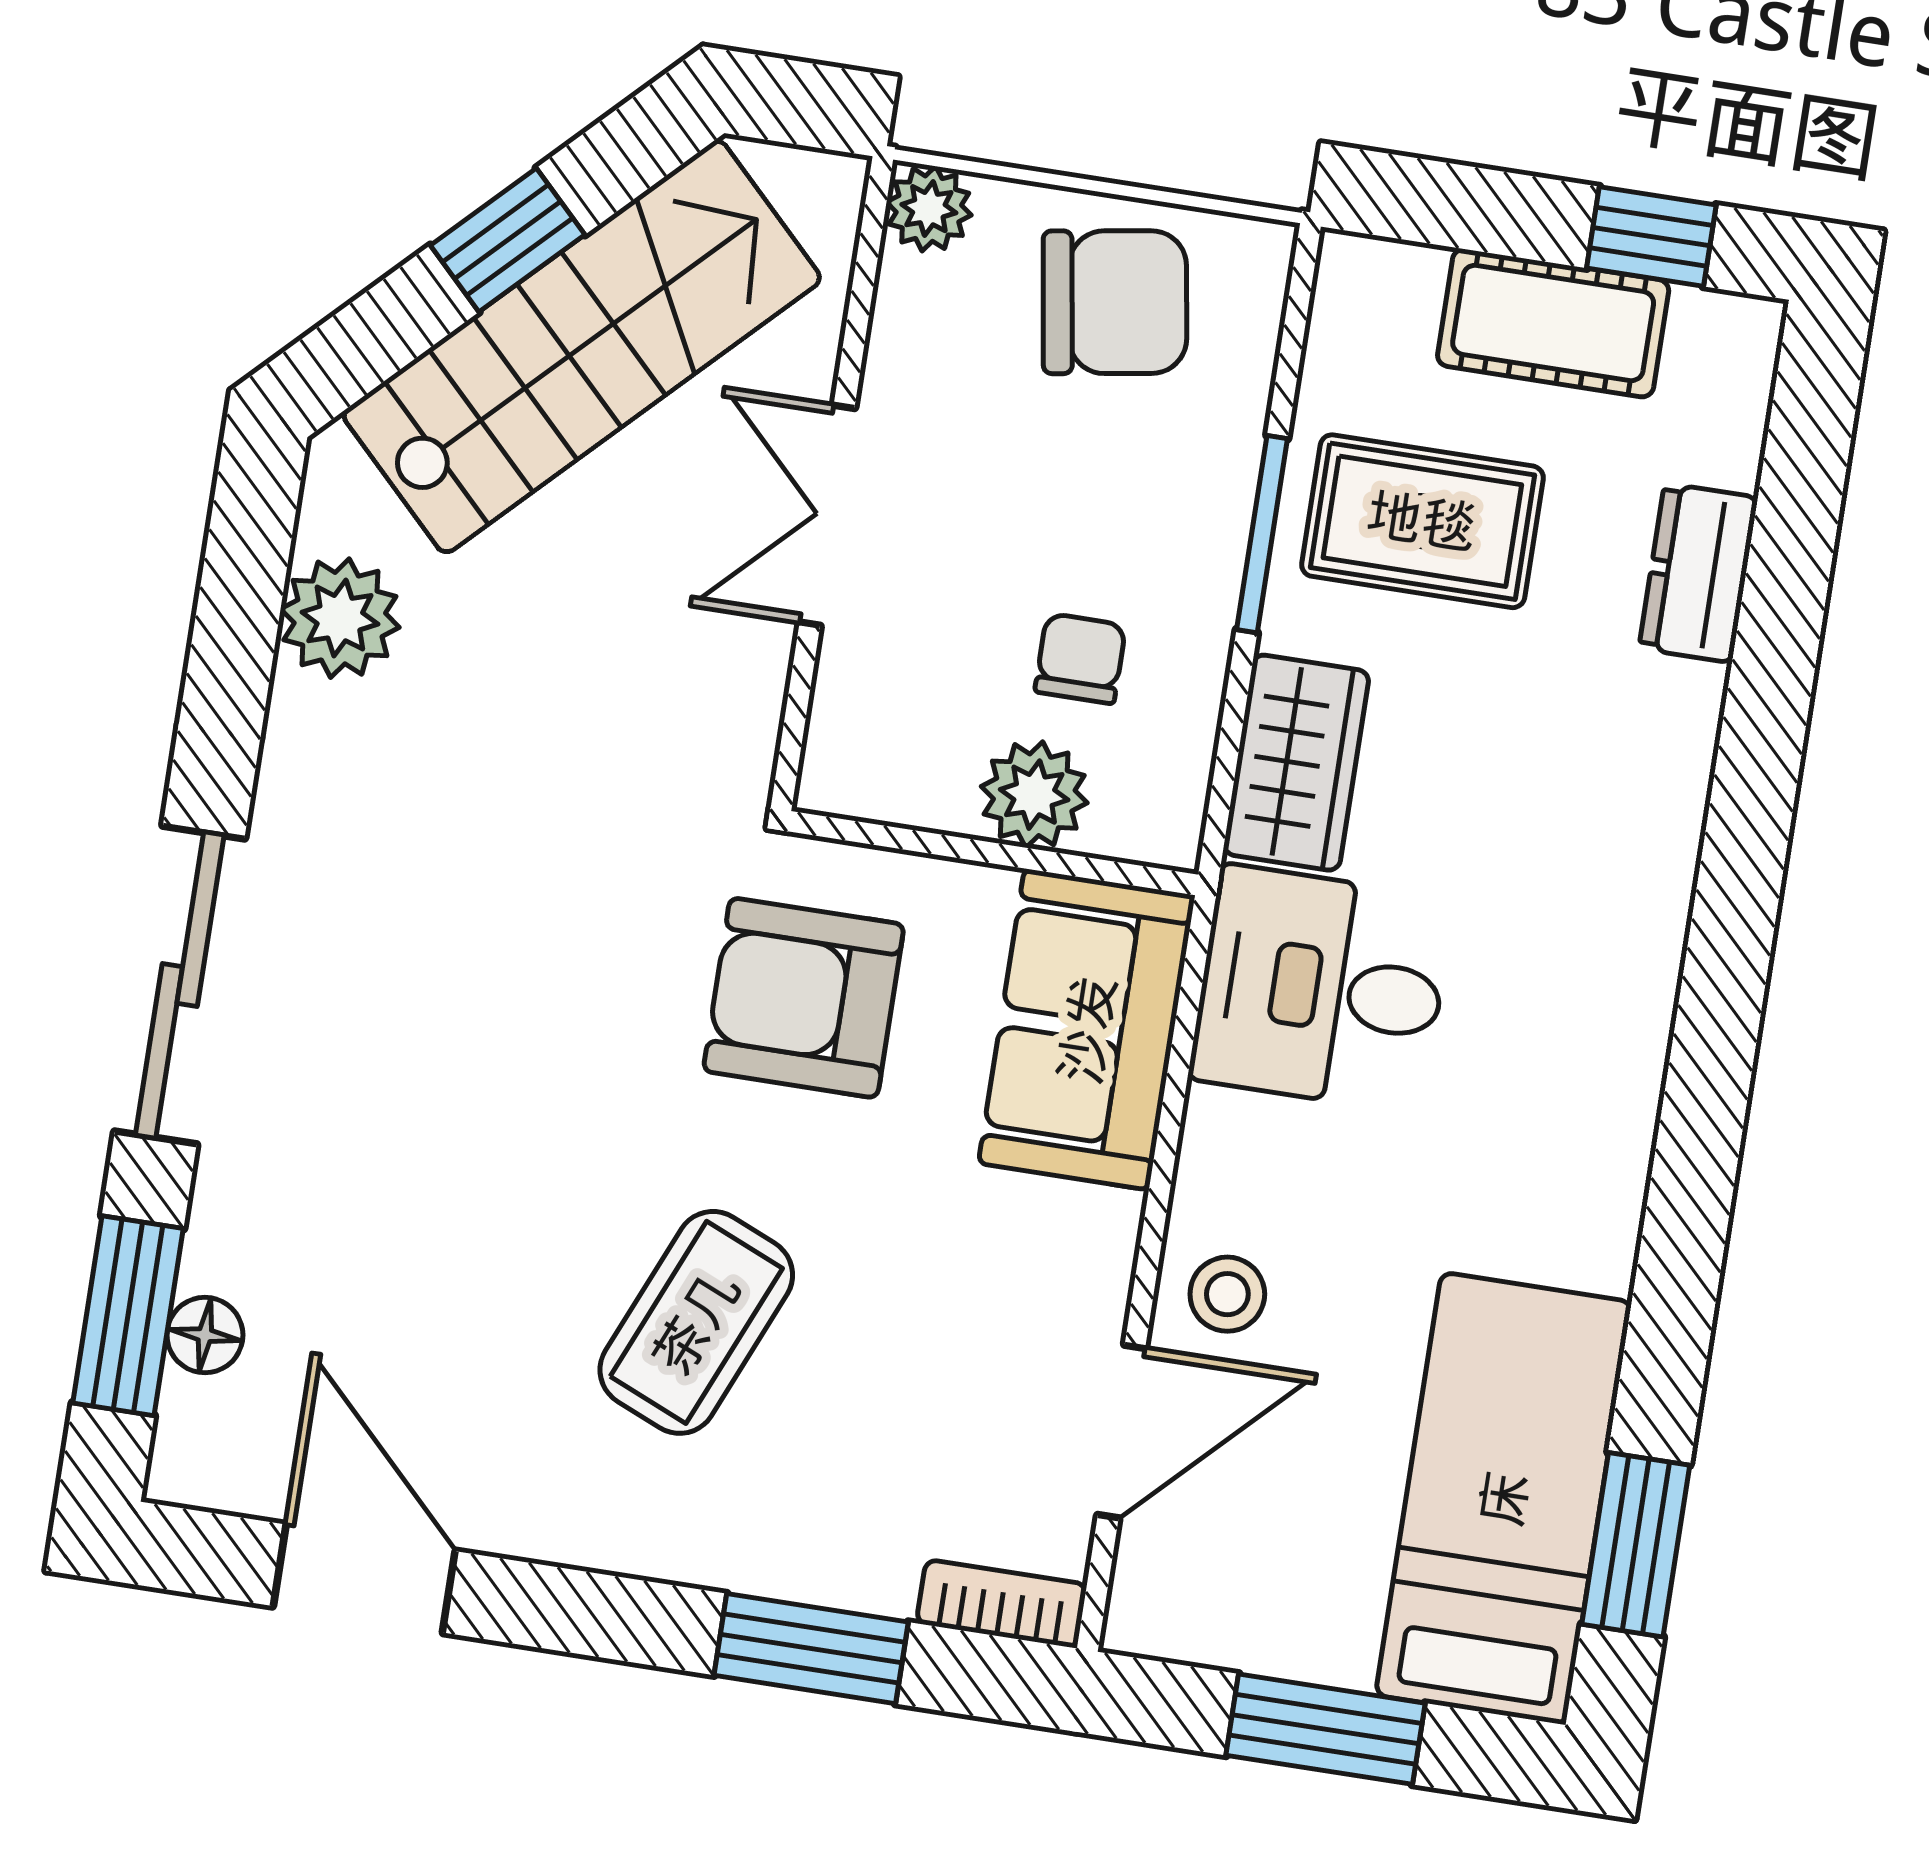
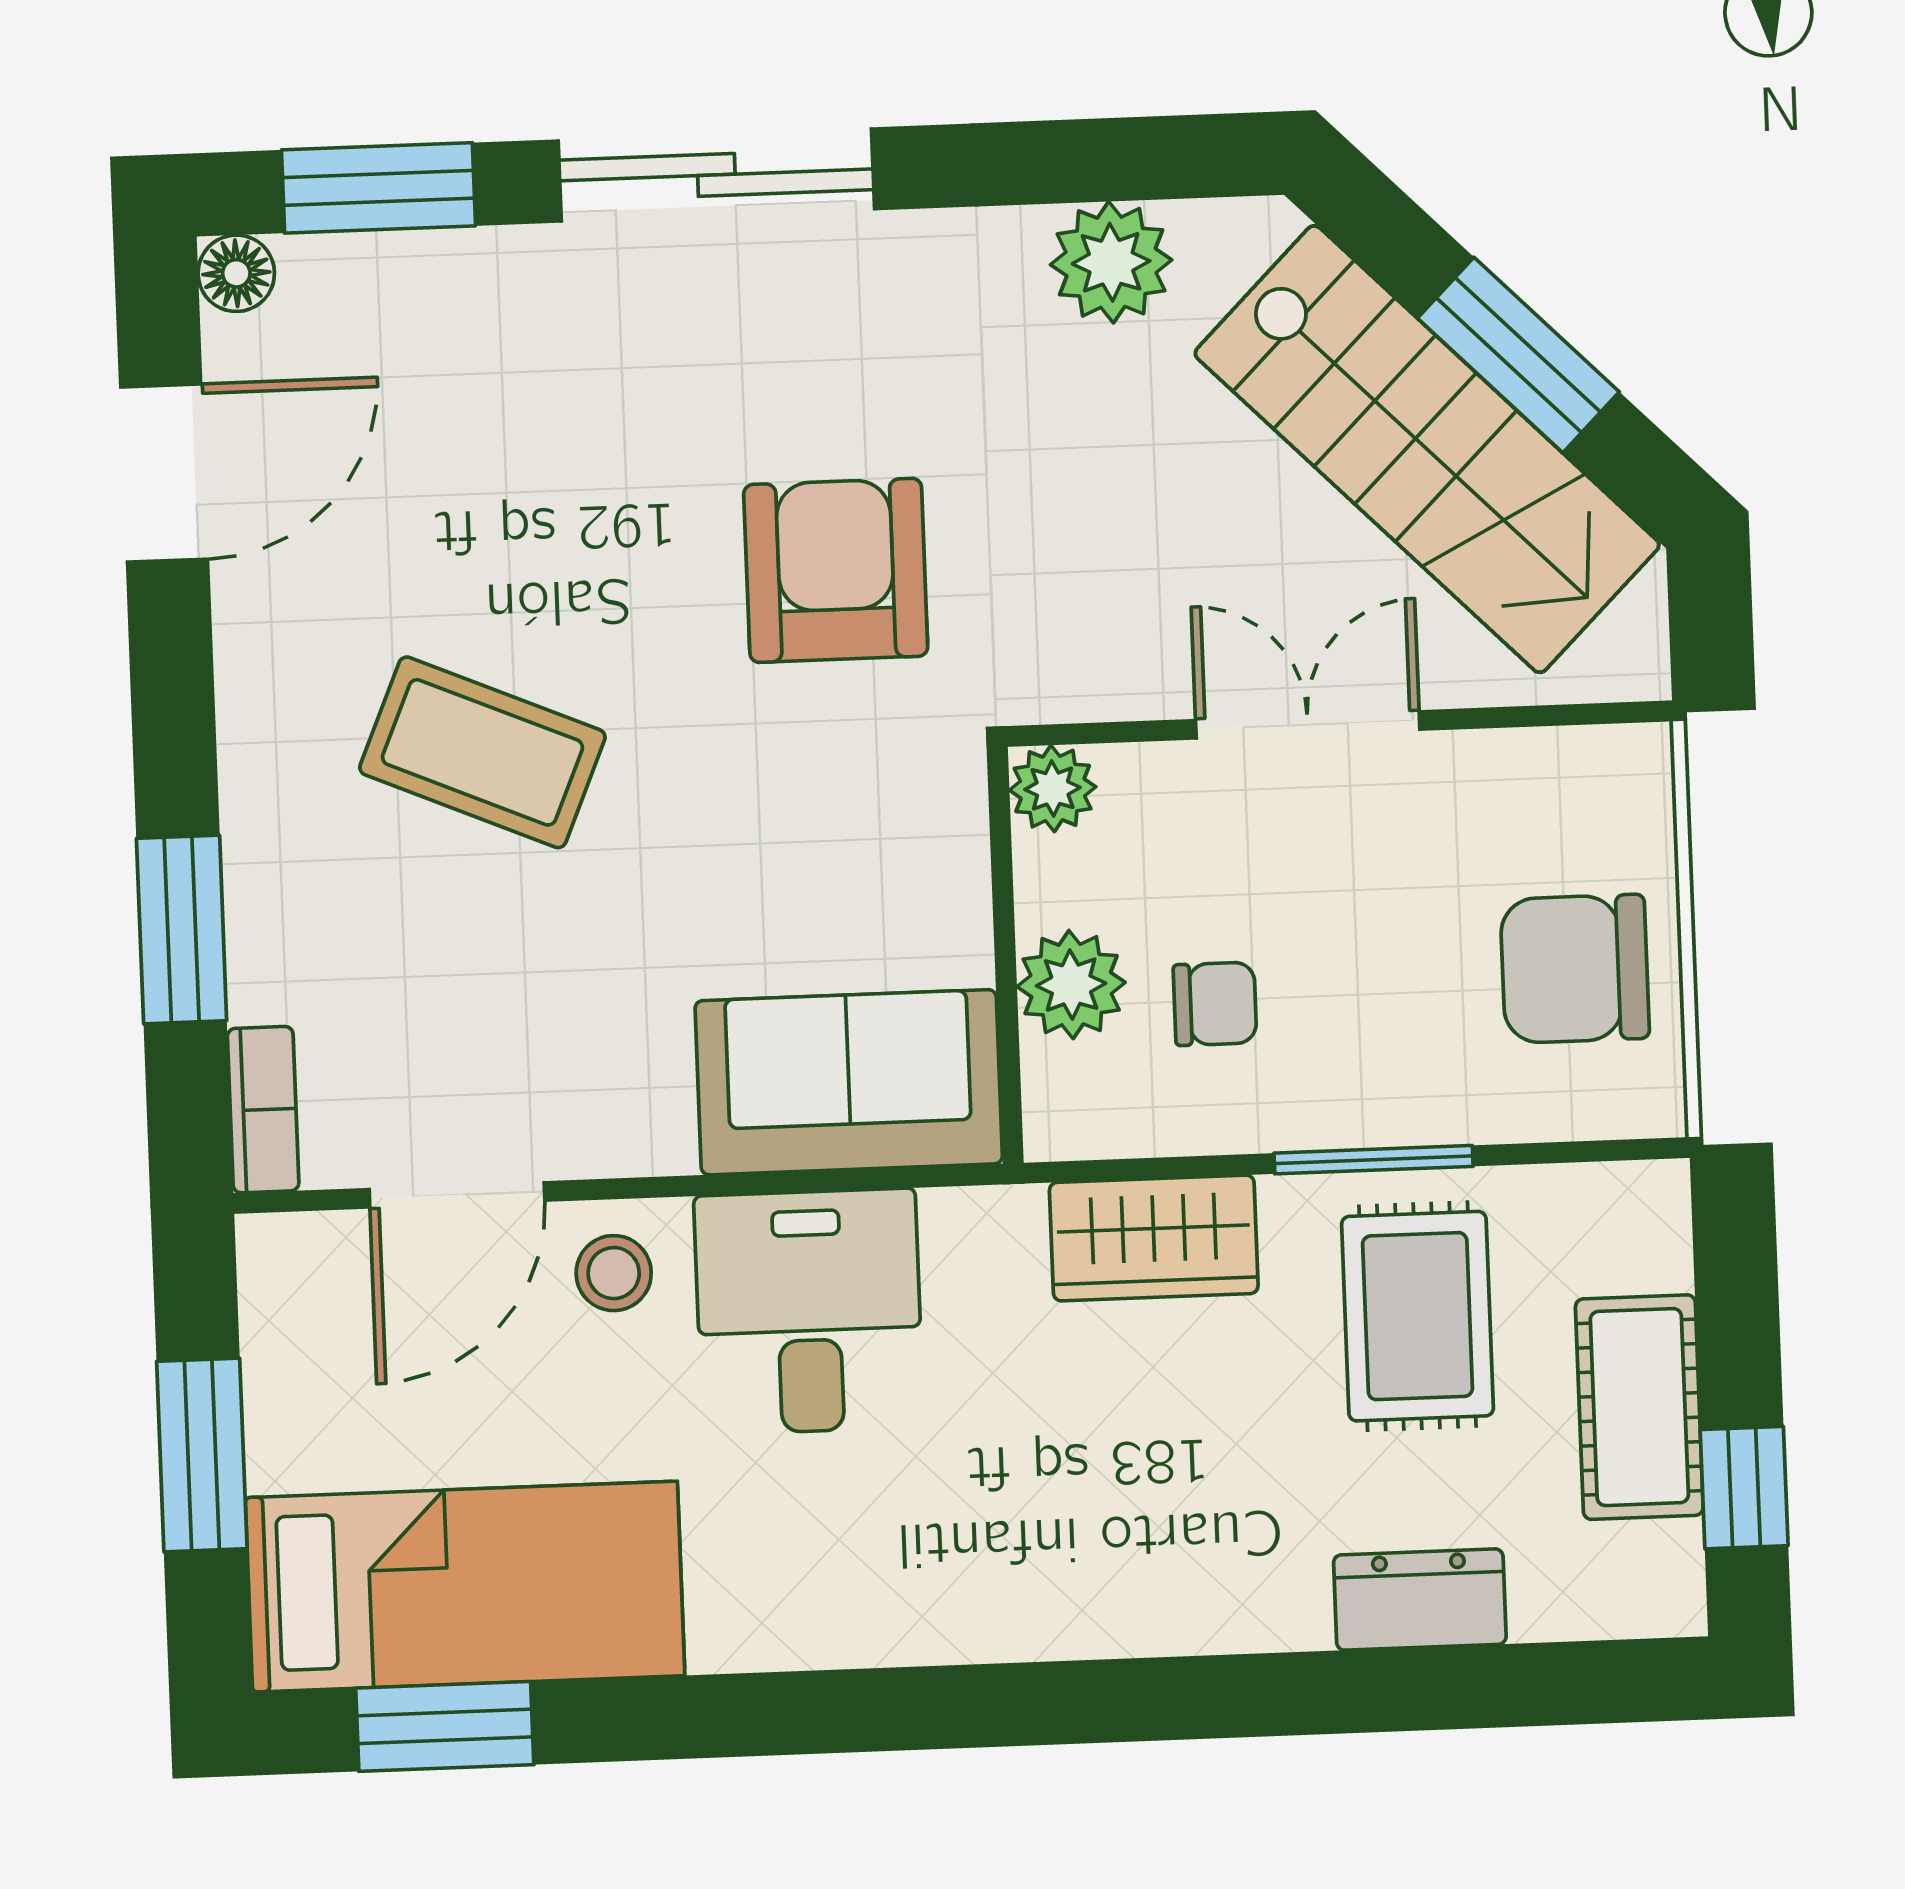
plant: (929, 209) -> (1053, 789), moved
window: (508, 240) -> (1518, 355), width x1.50
chair: (1115, 302) -> (1575, 969), turned 99
desk: (1321, 989) -> (809, 1312), moved
armchair: (804, 998) -> (836, 570), moved
floor lamp: (205, 1335) -> (236, 273), moved
door: (1122, 1432) -> (457, 1195), hinge flipped

